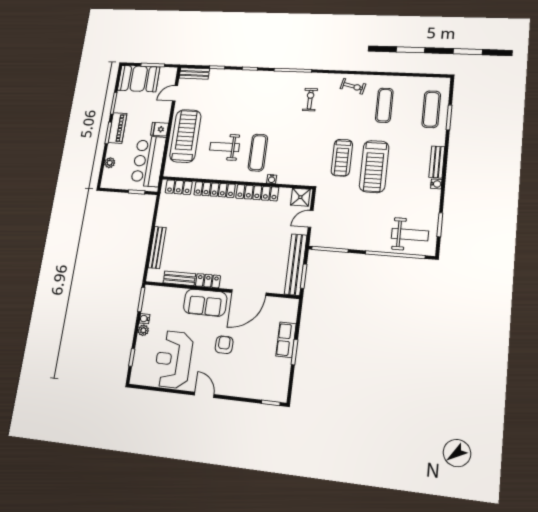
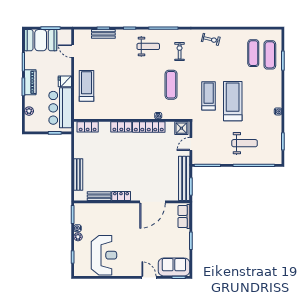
bench: (194, 73) -> (103, 34), moved
door: (175, 93) -> (73, 51), hinge flipped
exercise mat: (384, 105) -> (253, 53), moved
treadmill: (185, 136) -> (87, 86), width x0.73, depth x0.73
weight bench: (225, 147) -> (148, 46), moved, turned 180
exercise mat: (258, 153) -> (171, 85), moved
treadmill: (342, 158) -> (209, 96), turned 180
bench: (437, 162) -> (277, 95), removed
treadmill: (374, 166) -> (233, 101), turned 180
locker: (215, 190) -> (121, 127), width x0.66
weight bench: (410, 235) -> (245, 143), moved
sofa: (205, 303) -> (174, 267), moved, turned 180
row of seats: (286, 340) -> (184, 217), moved
armchair: (224, 345) -> (140, 241), removed
reception desk: (173, 359) -> (104, 255), turned 180
door: (204, 395) -> (149, 277), moved

